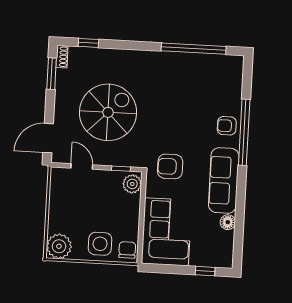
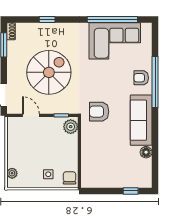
window: (88, 43) -> (47, 20), moved
corner sofa: (166, 232) -> (115, 41), moved, turned 90
side table: (100, 244) -> (48, 174), width x0.54, depth x0.54
plant: (59, 246) -> (12, 173), width x0.53, depth x0.53

